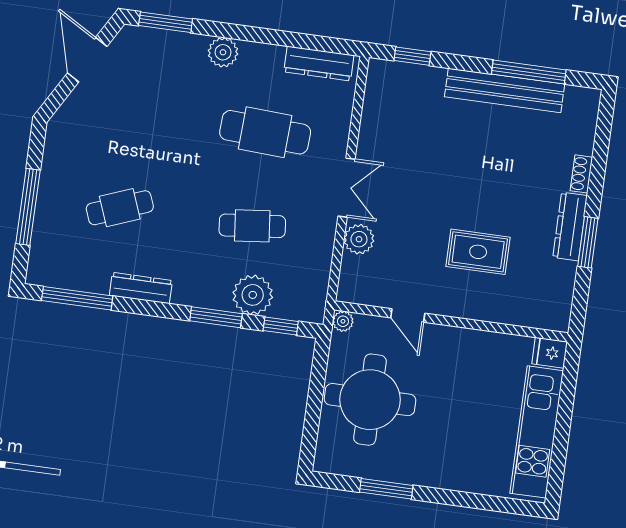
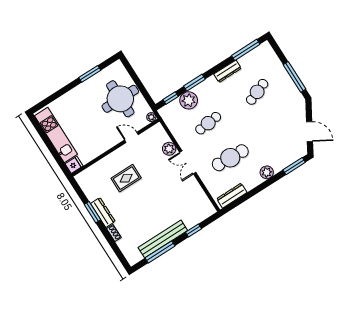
window: (412, 56) -> (193, 231), moved
window: (28, 207) -> (295, 77), moved

